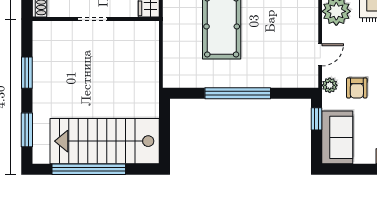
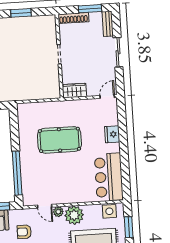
plant: (330, 85) -> (58, 212), moved
window: (238, 93) -> (17, 173), moved

